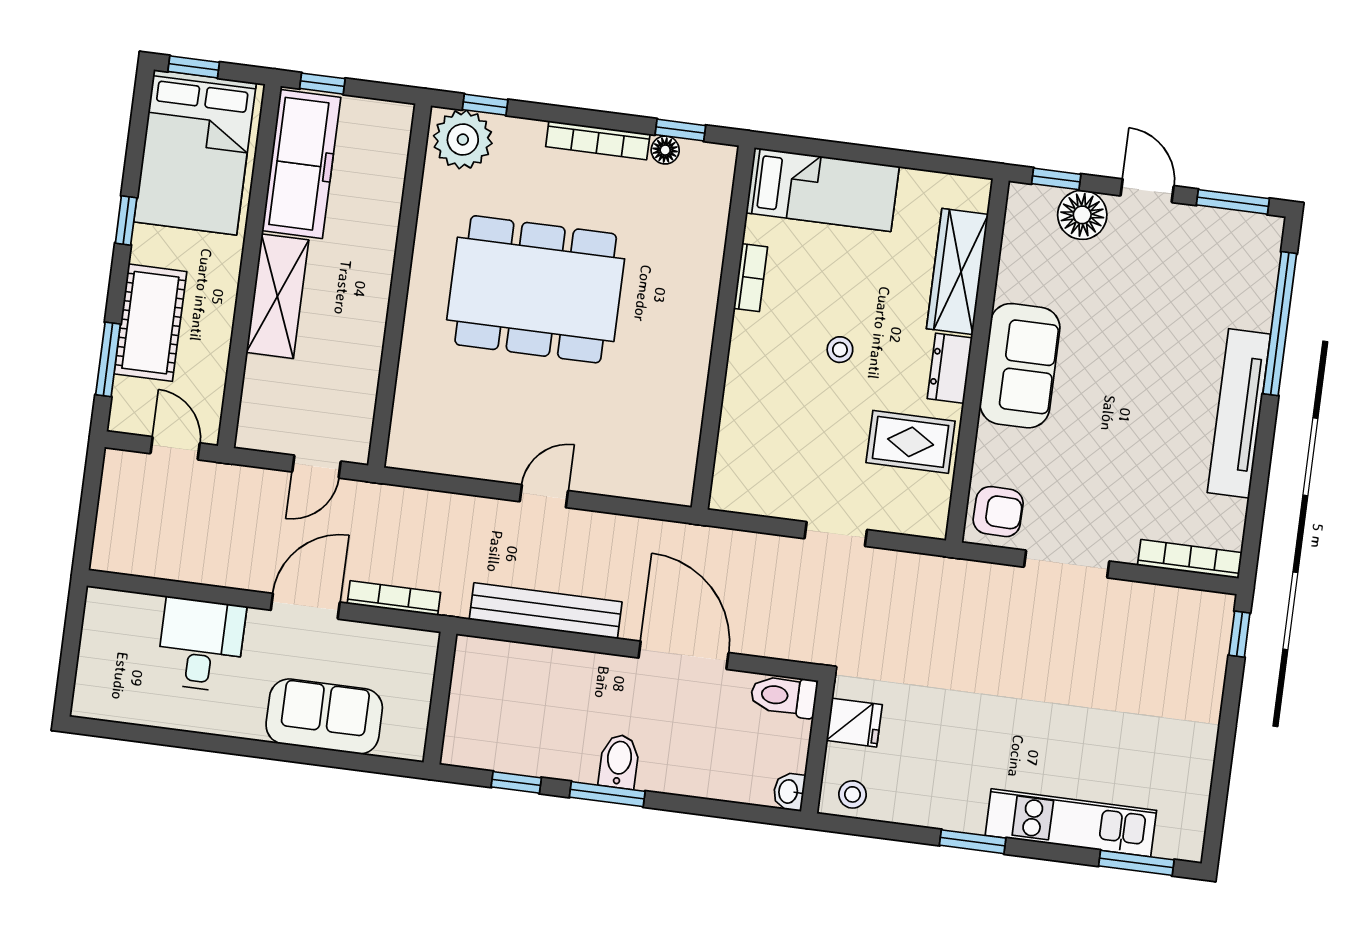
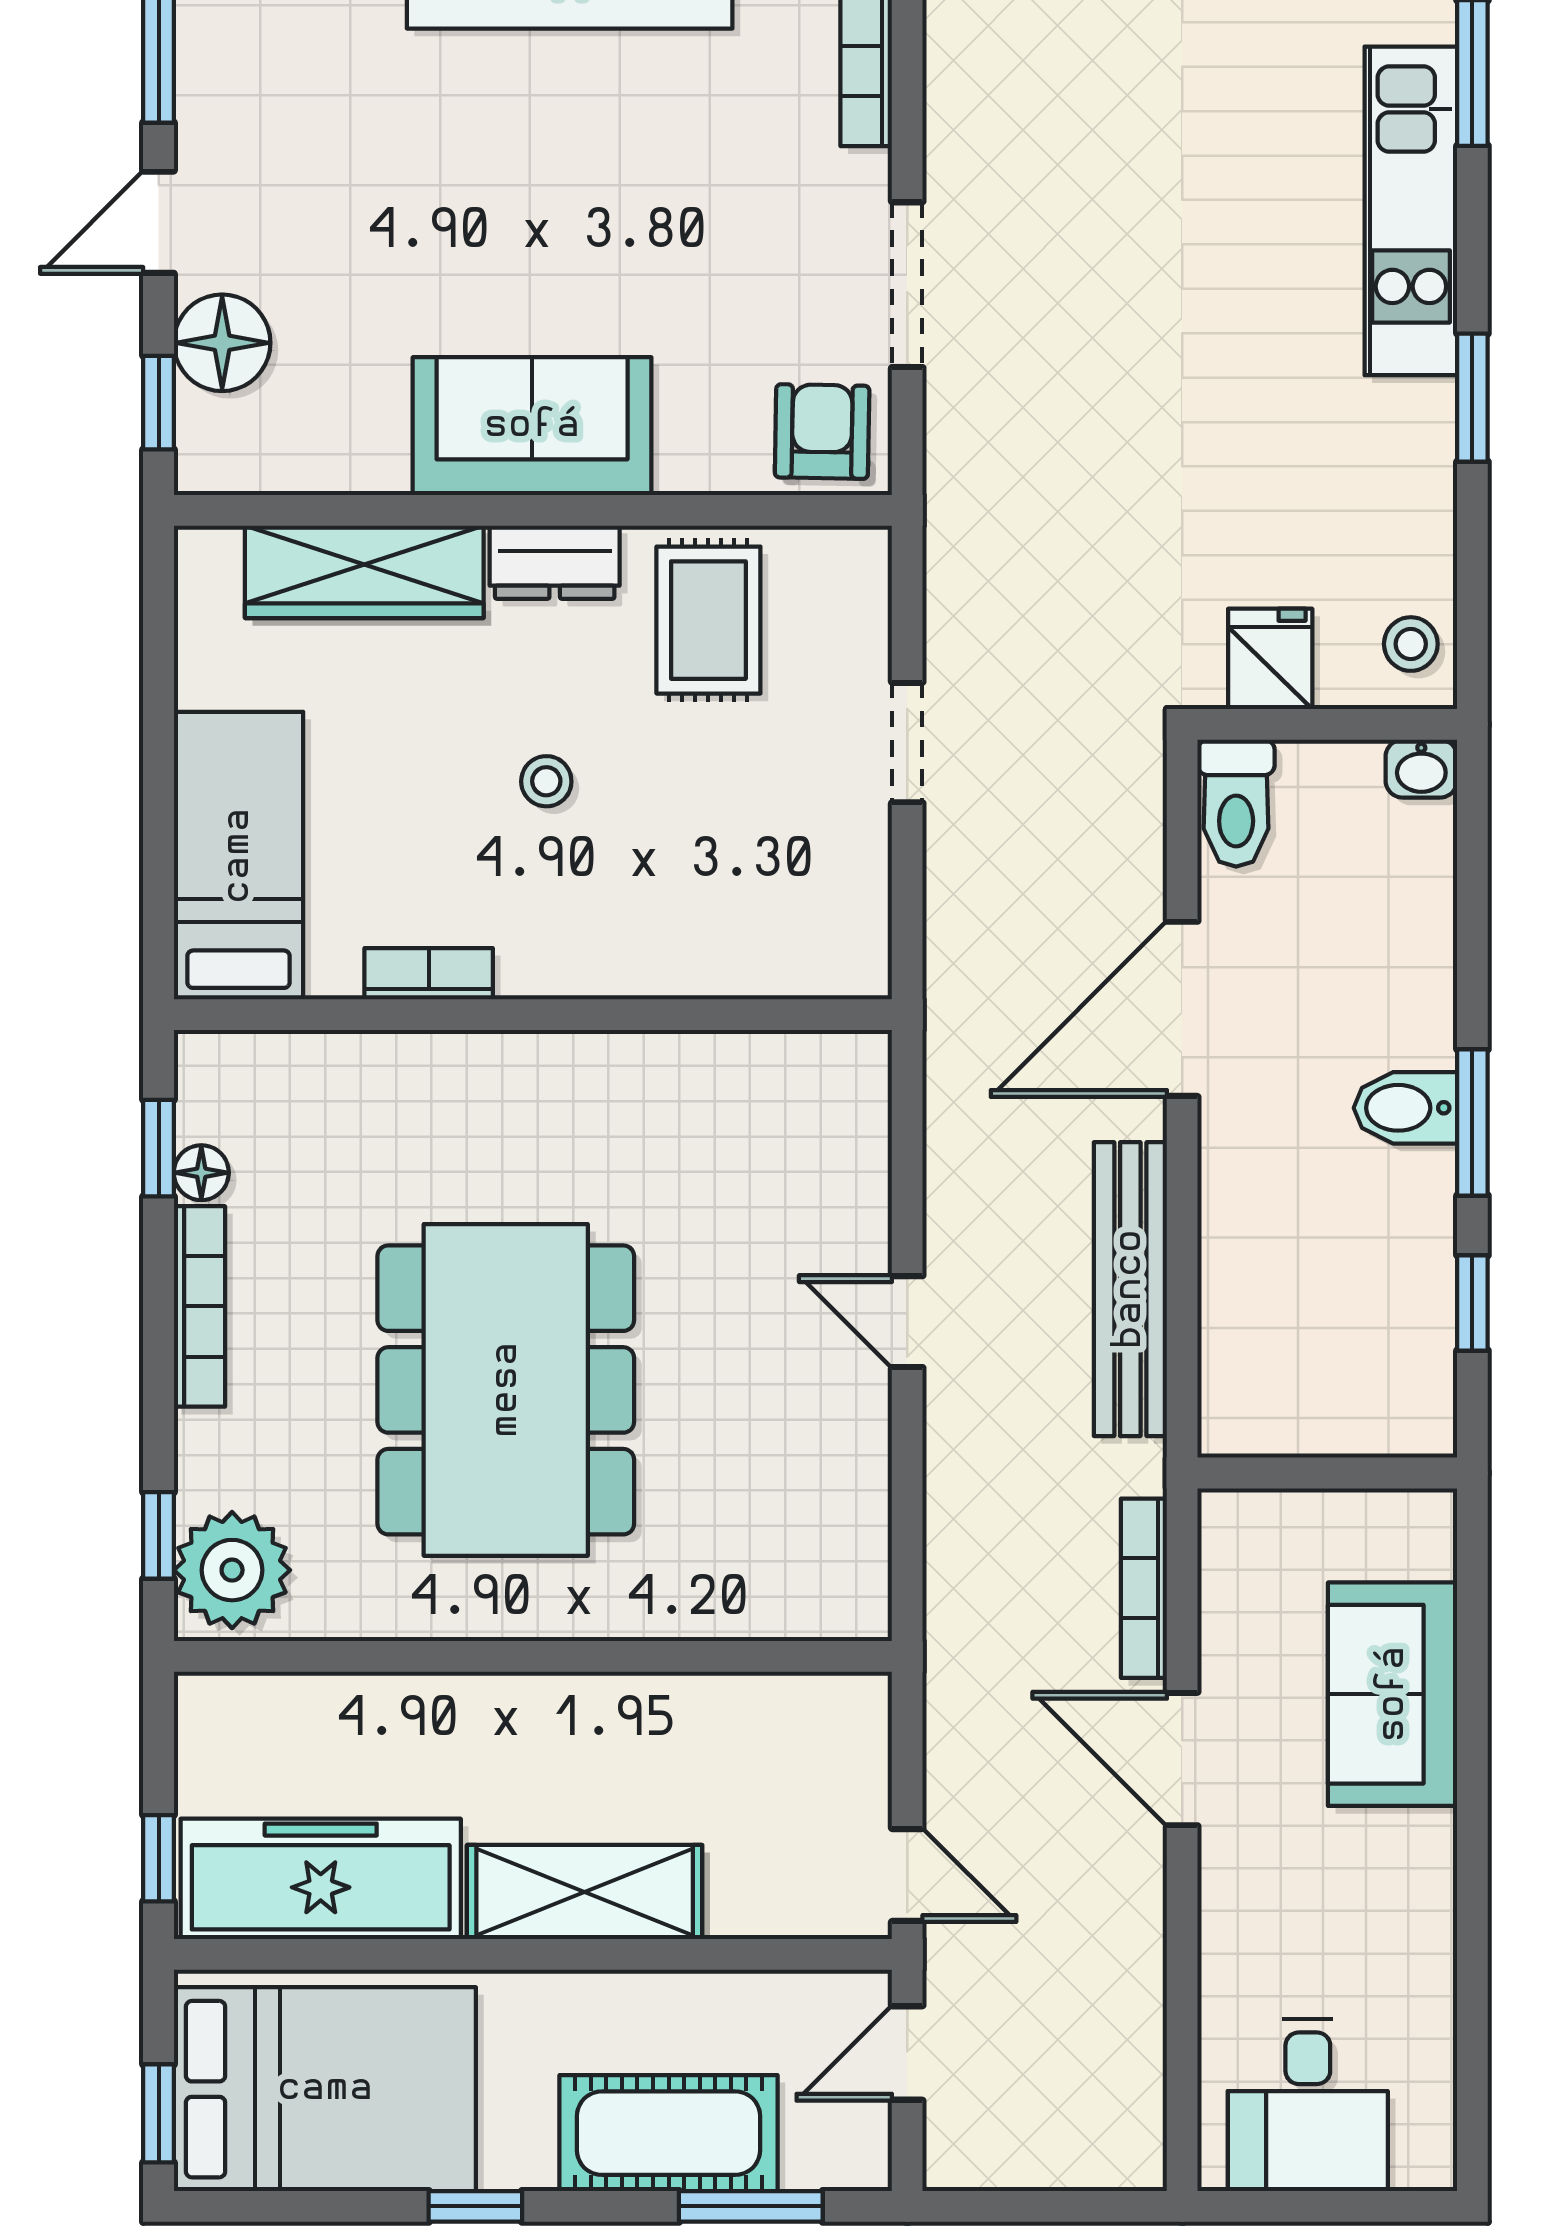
door: (316, 467) -> (907, 1875), moved
desk: (201, 645) -> (1308, 2105), moved, turned -90

